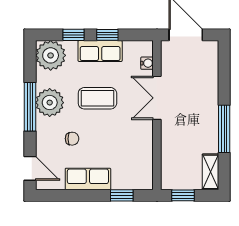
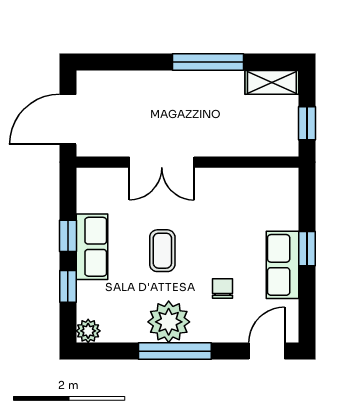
plant: (51, 55) -> (88, 331), width x0.53, depth x0.53
water cooler: (147, 63) -> (110, 177), removed
coffee table: (97, 98) -> (162, 251), width x0.73, depth x0.77
window: (122, 195) -> (307, 249), moved

